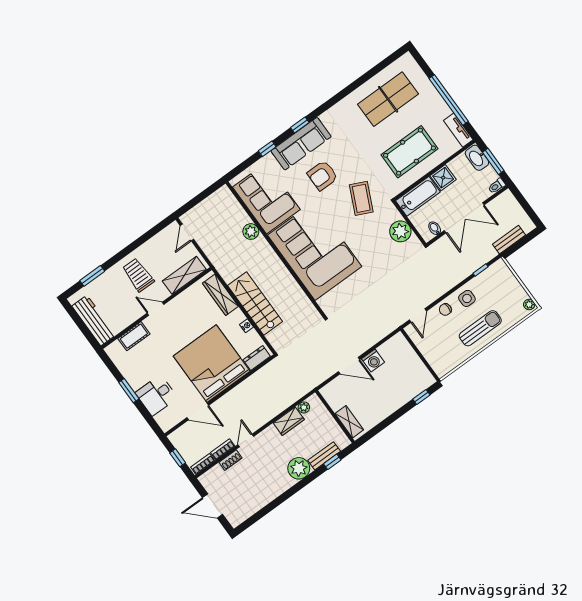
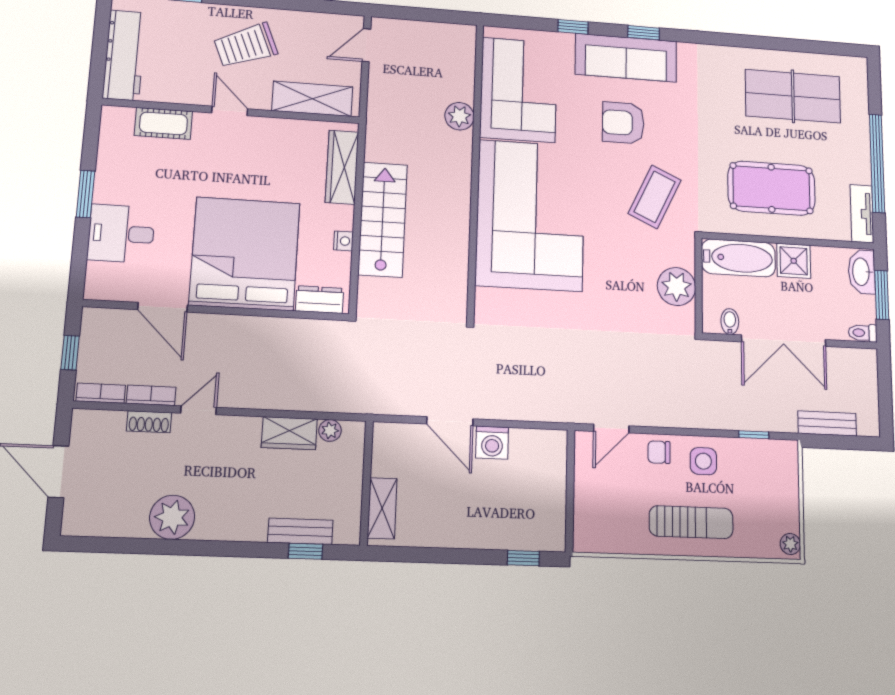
trolley: (138, 275) -> (246, 45), turned -112
plant: (299, 468) -> (172, 517), moved

